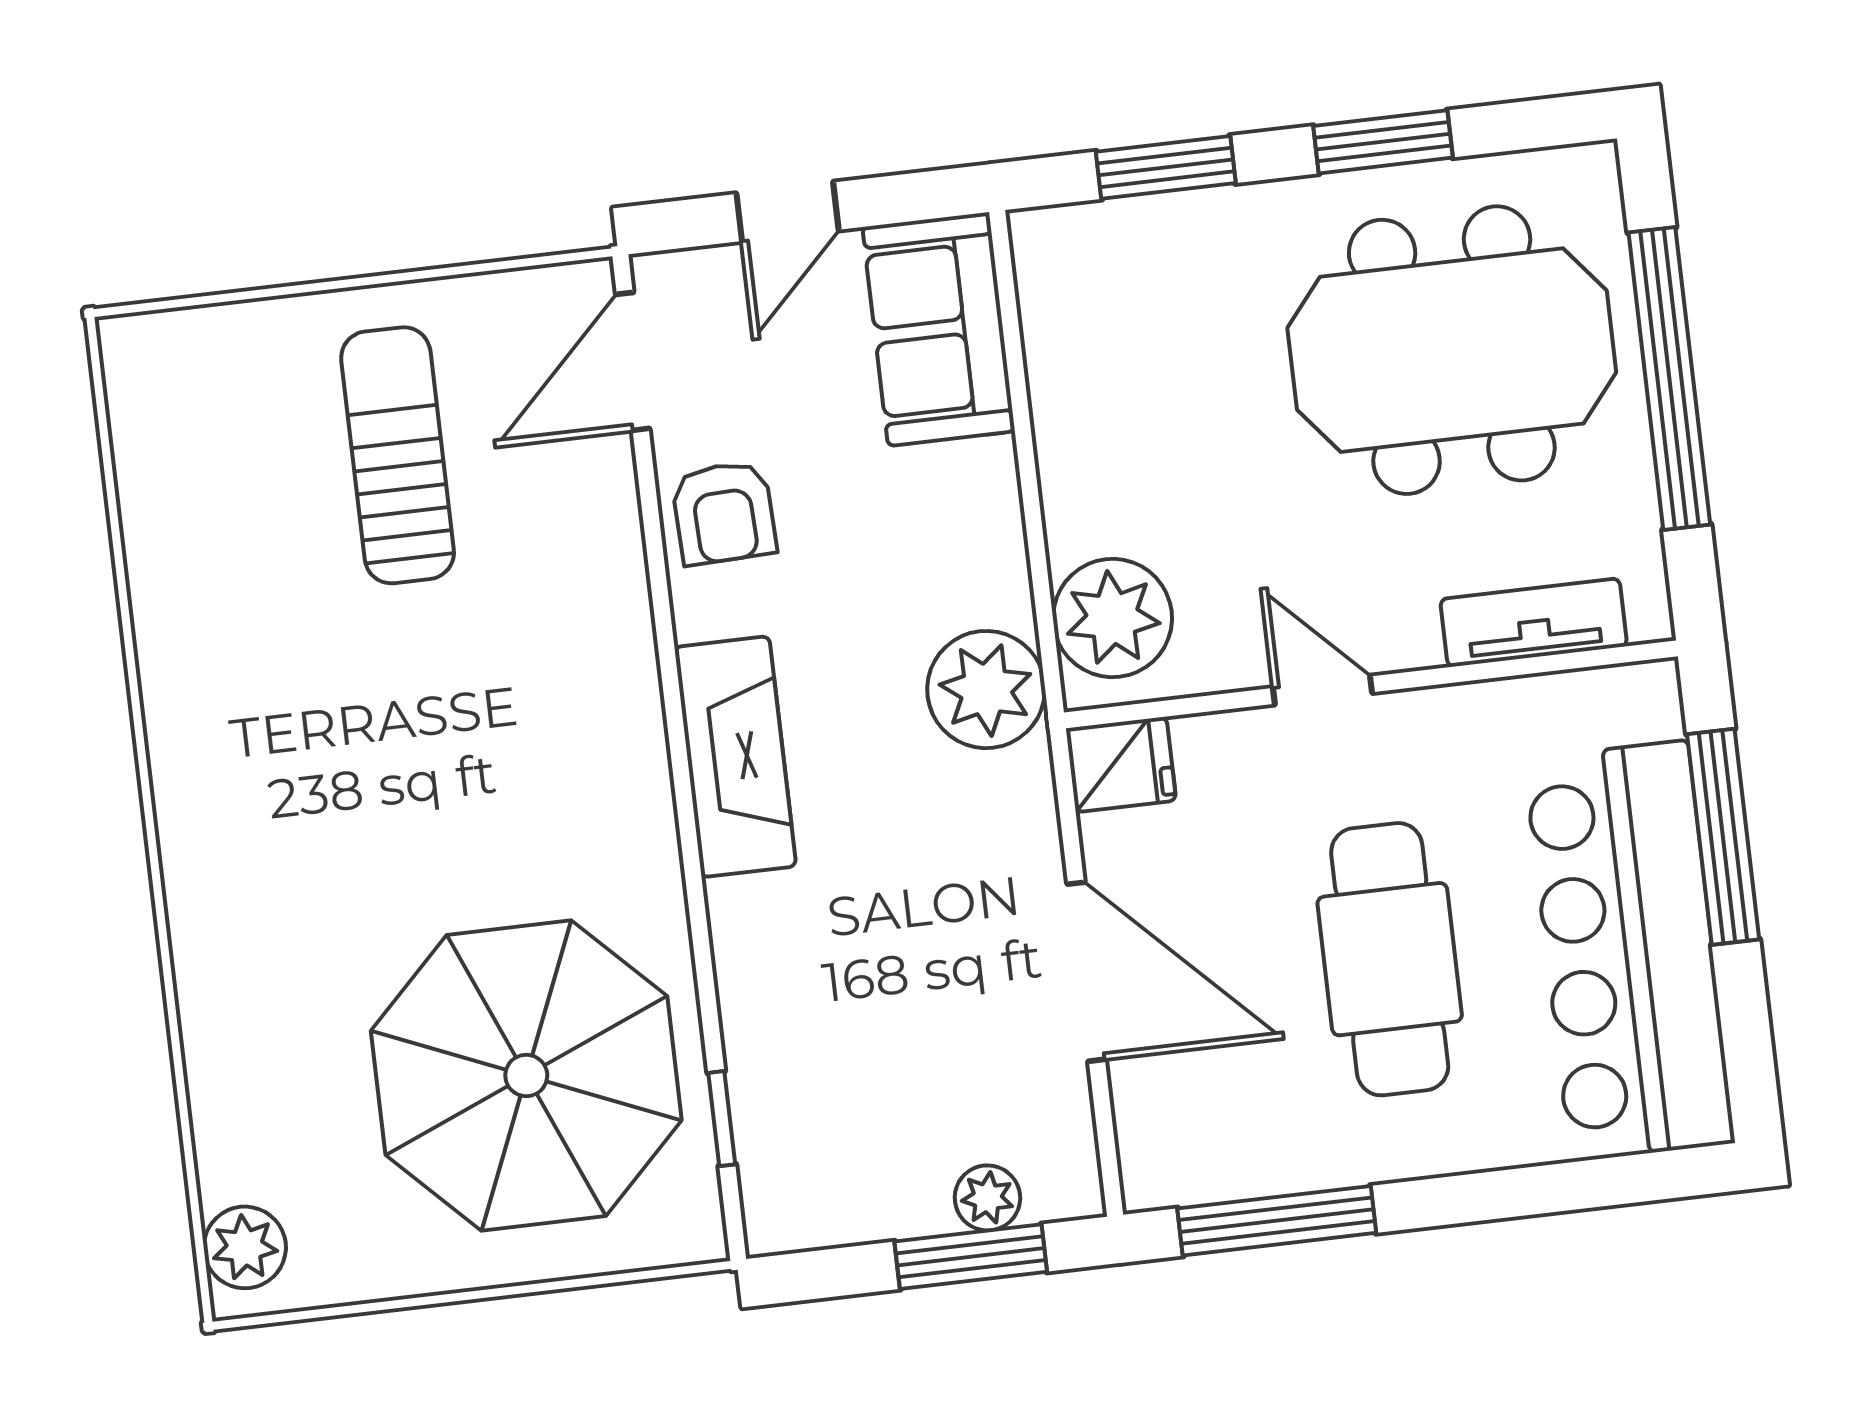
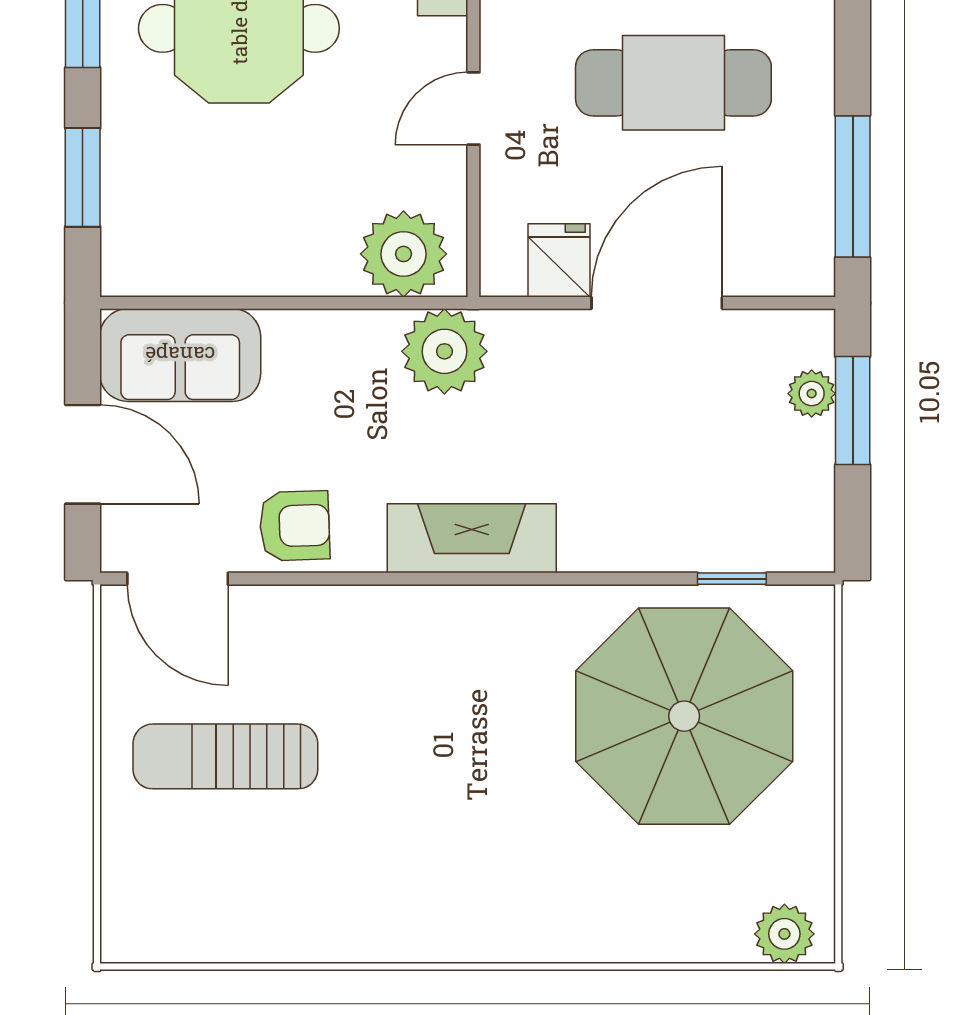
door: (787, 212) -> (83, 454), width x1.38
fridge: (1121, 764) -> (559, 260), moved

